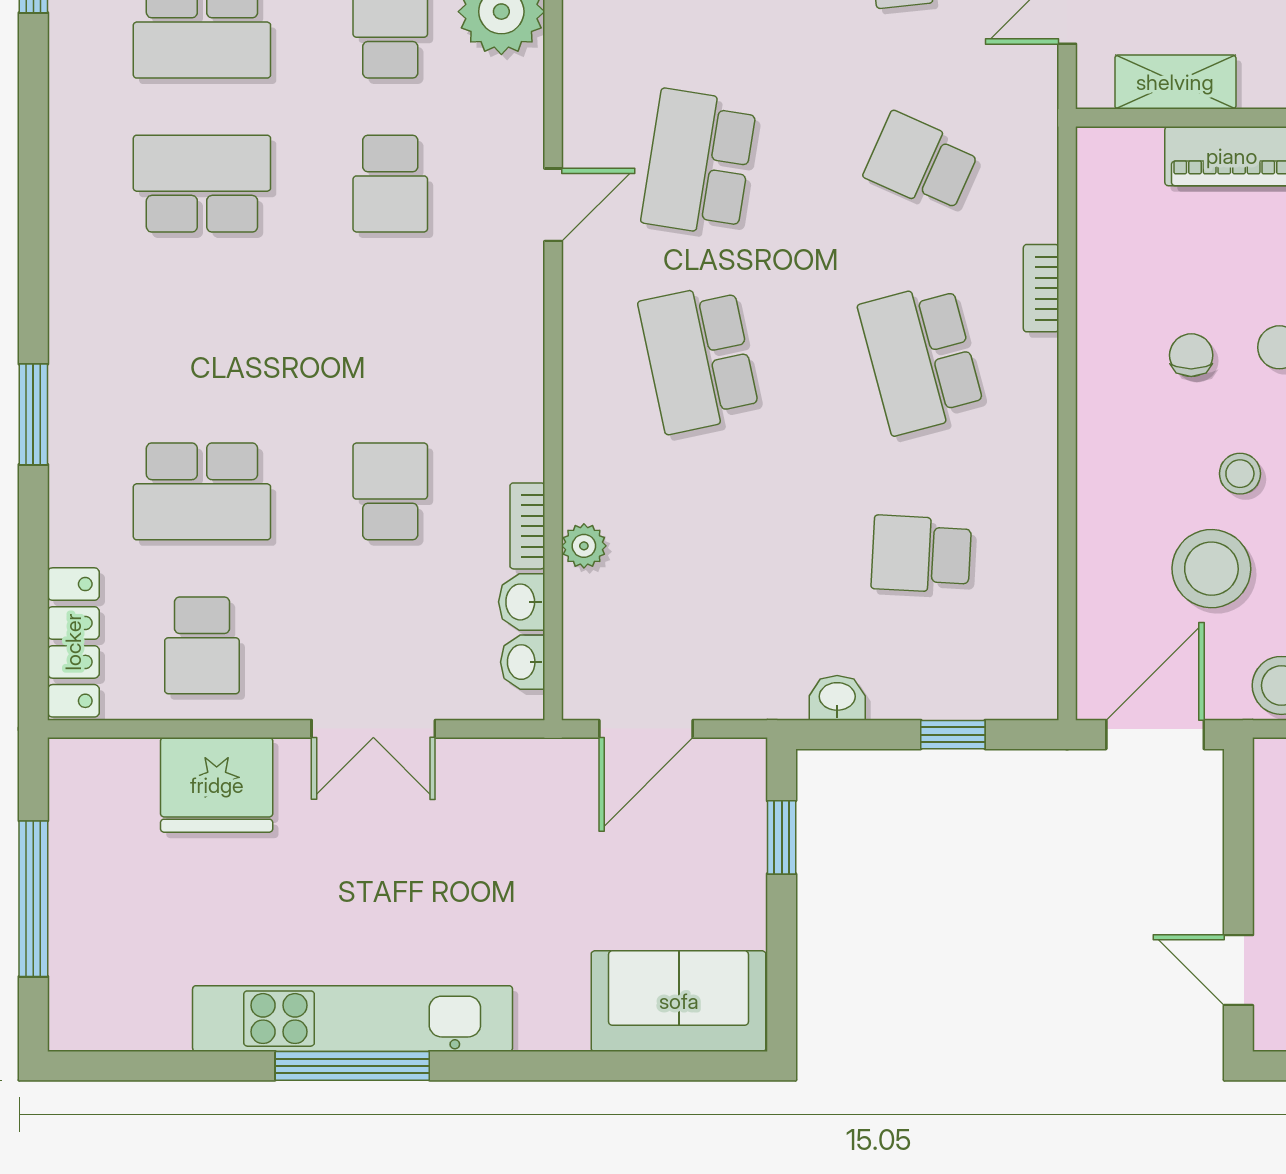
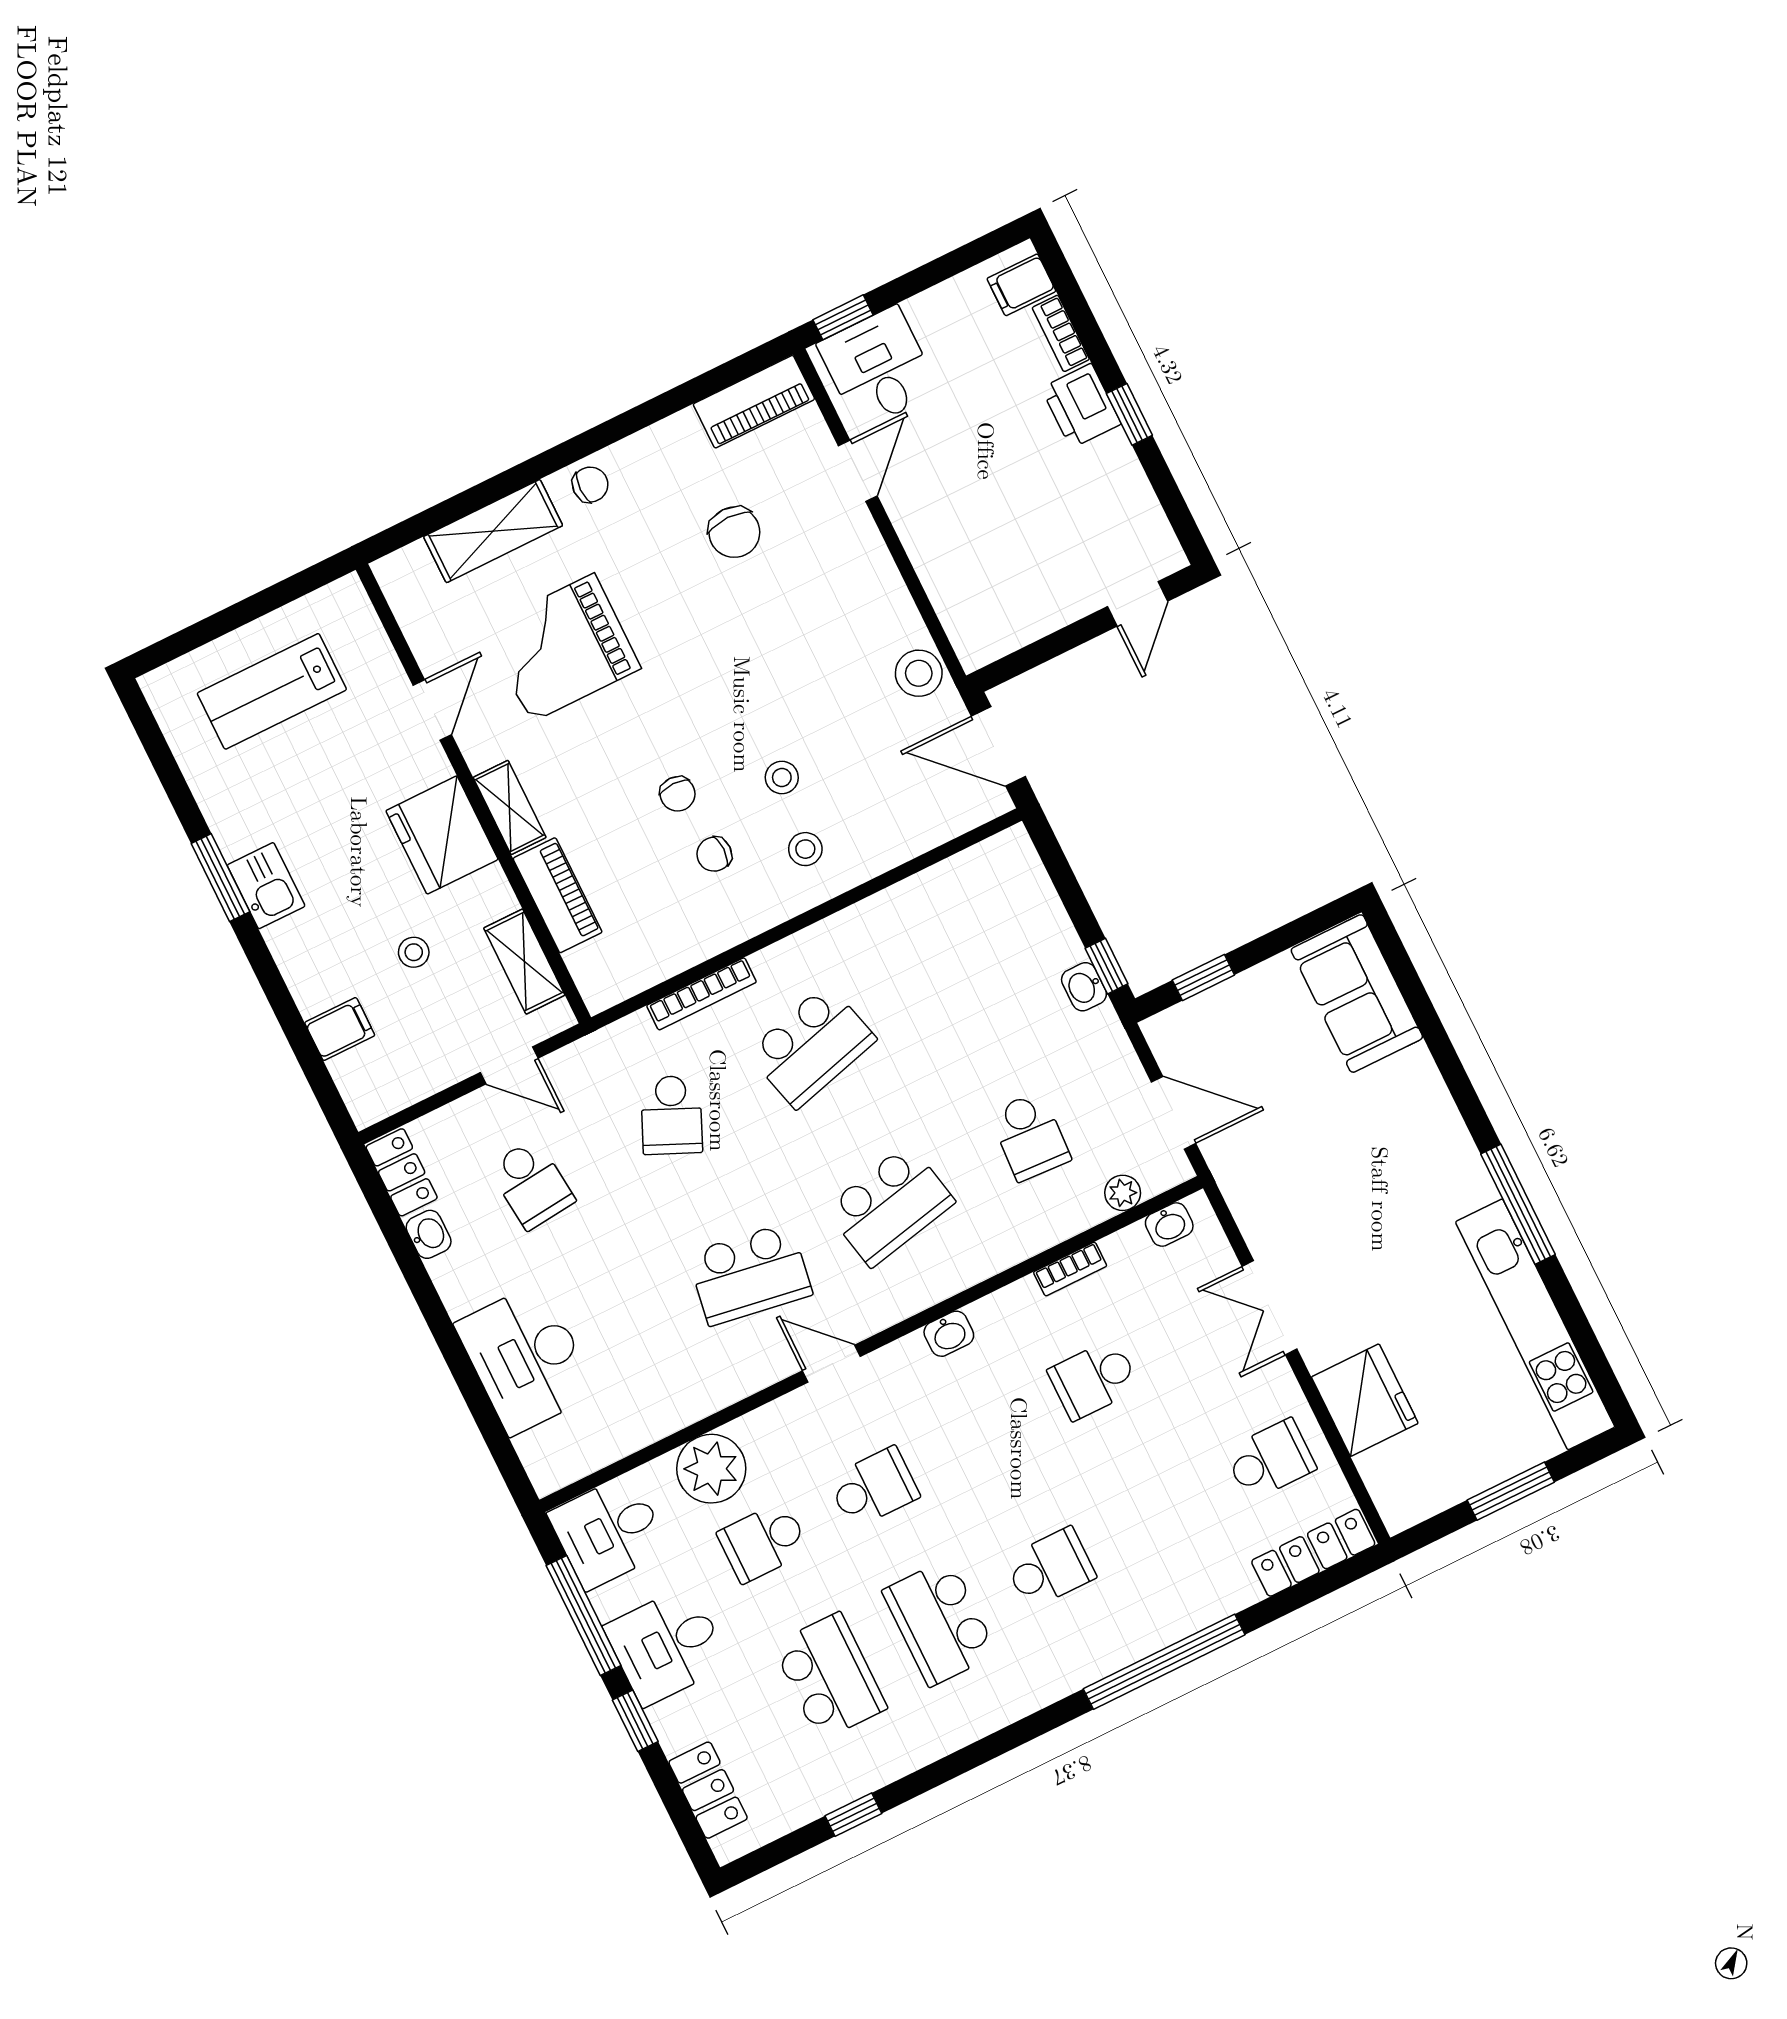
bookcase: (1041, 288) -> (702, 994), width x1.56
window: (33, 414) -> (1164, 1662), width x2.11
school desk: (202, 491) -> (1050, 1568), moved, width x0.54
plant: (584, 546) -> (1123, 1193), moved
school desk: (921, 554) -> (1030, 1136), moved
stool: (1211, 569) -> (805, 849), moved, width x0.53, depth x0.53
washbasin: (522, 602) -> (949, 1334), moved
double door: (373, 729) -> (1270, 1308), swing flipped
window: (953, 735) -> (1107, 966), moved
window: (33, 899) -> (1511, 1491), width x0.69
kitchen unit: (353, 1019) -> (1535, 1324), moved

